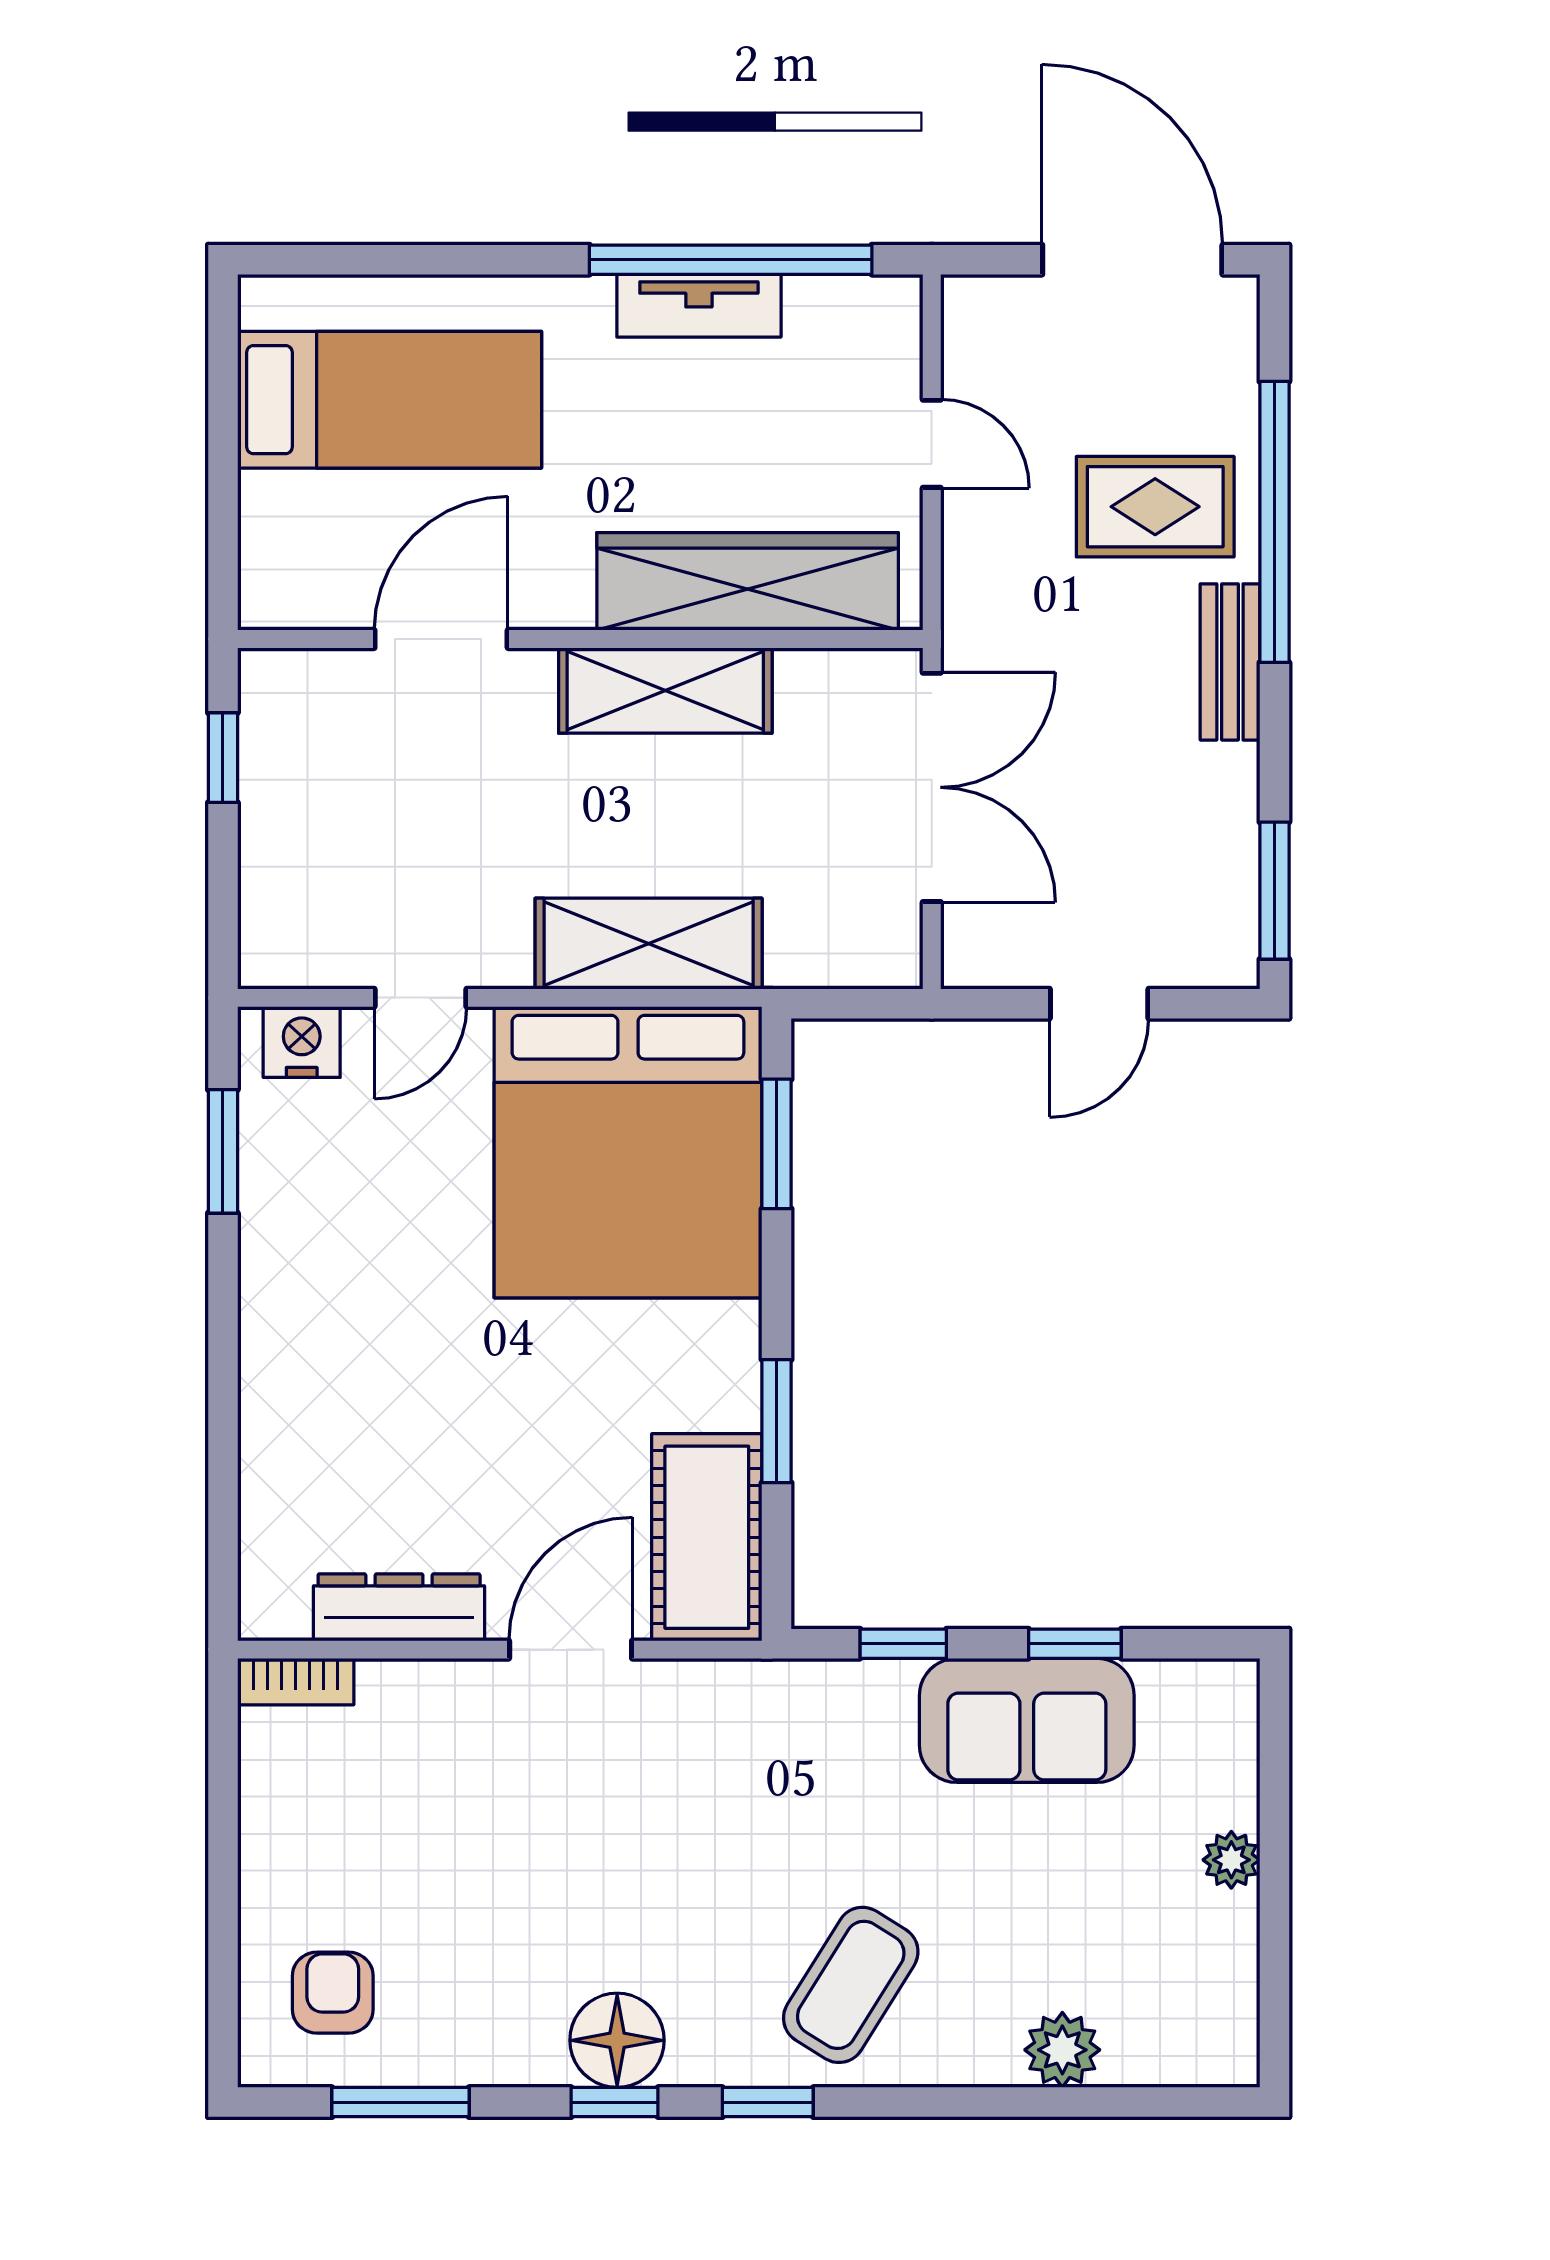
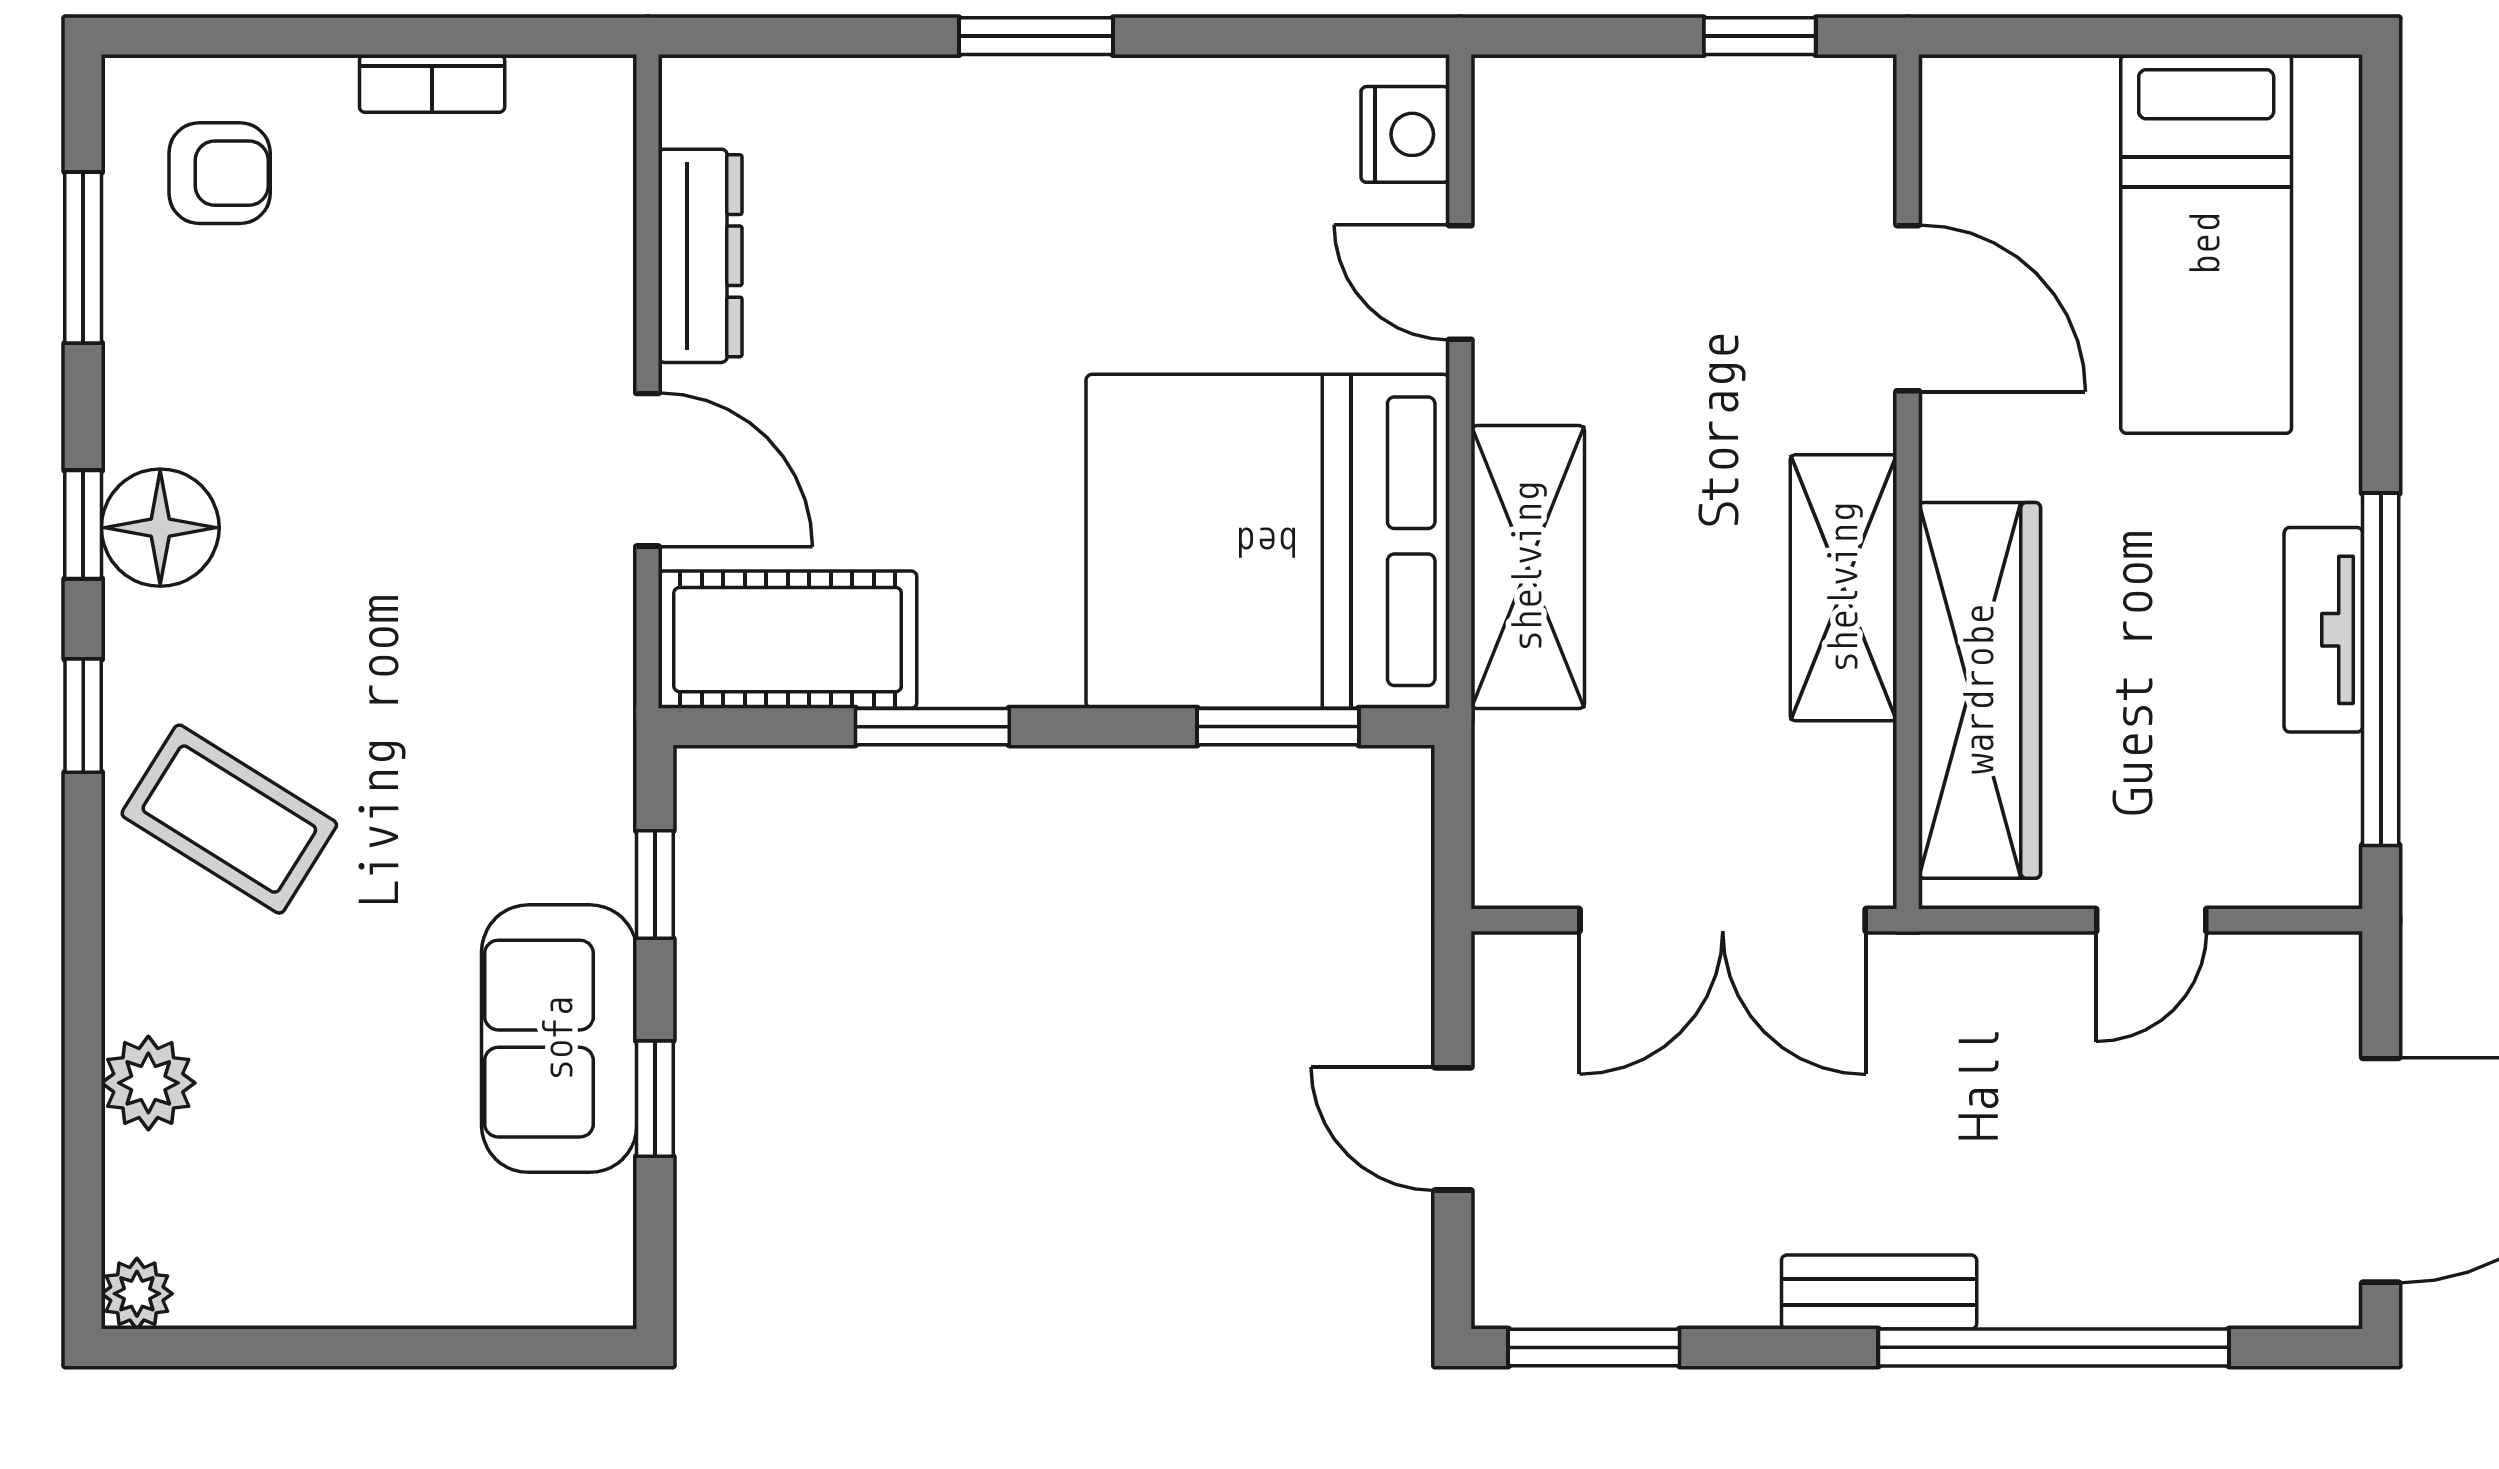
rug: (1155, 507) -> (2073, 1199), removed
window: (223, 1151) -> (1036, 36), moved
bookcase: (296, 1682) -> (432, 83), moved, turned -90
plant: (1231, 1860) -> (137, 1294), moved

